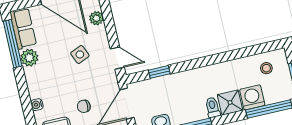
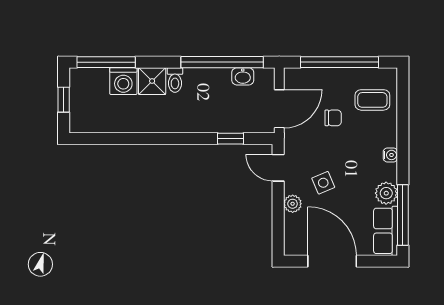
plant: (96, 18) -> (293, 204), moved
stool: (266, 68) -> (98, 113), removed
water cooler: (37, 105) -> (390, 155), moved

